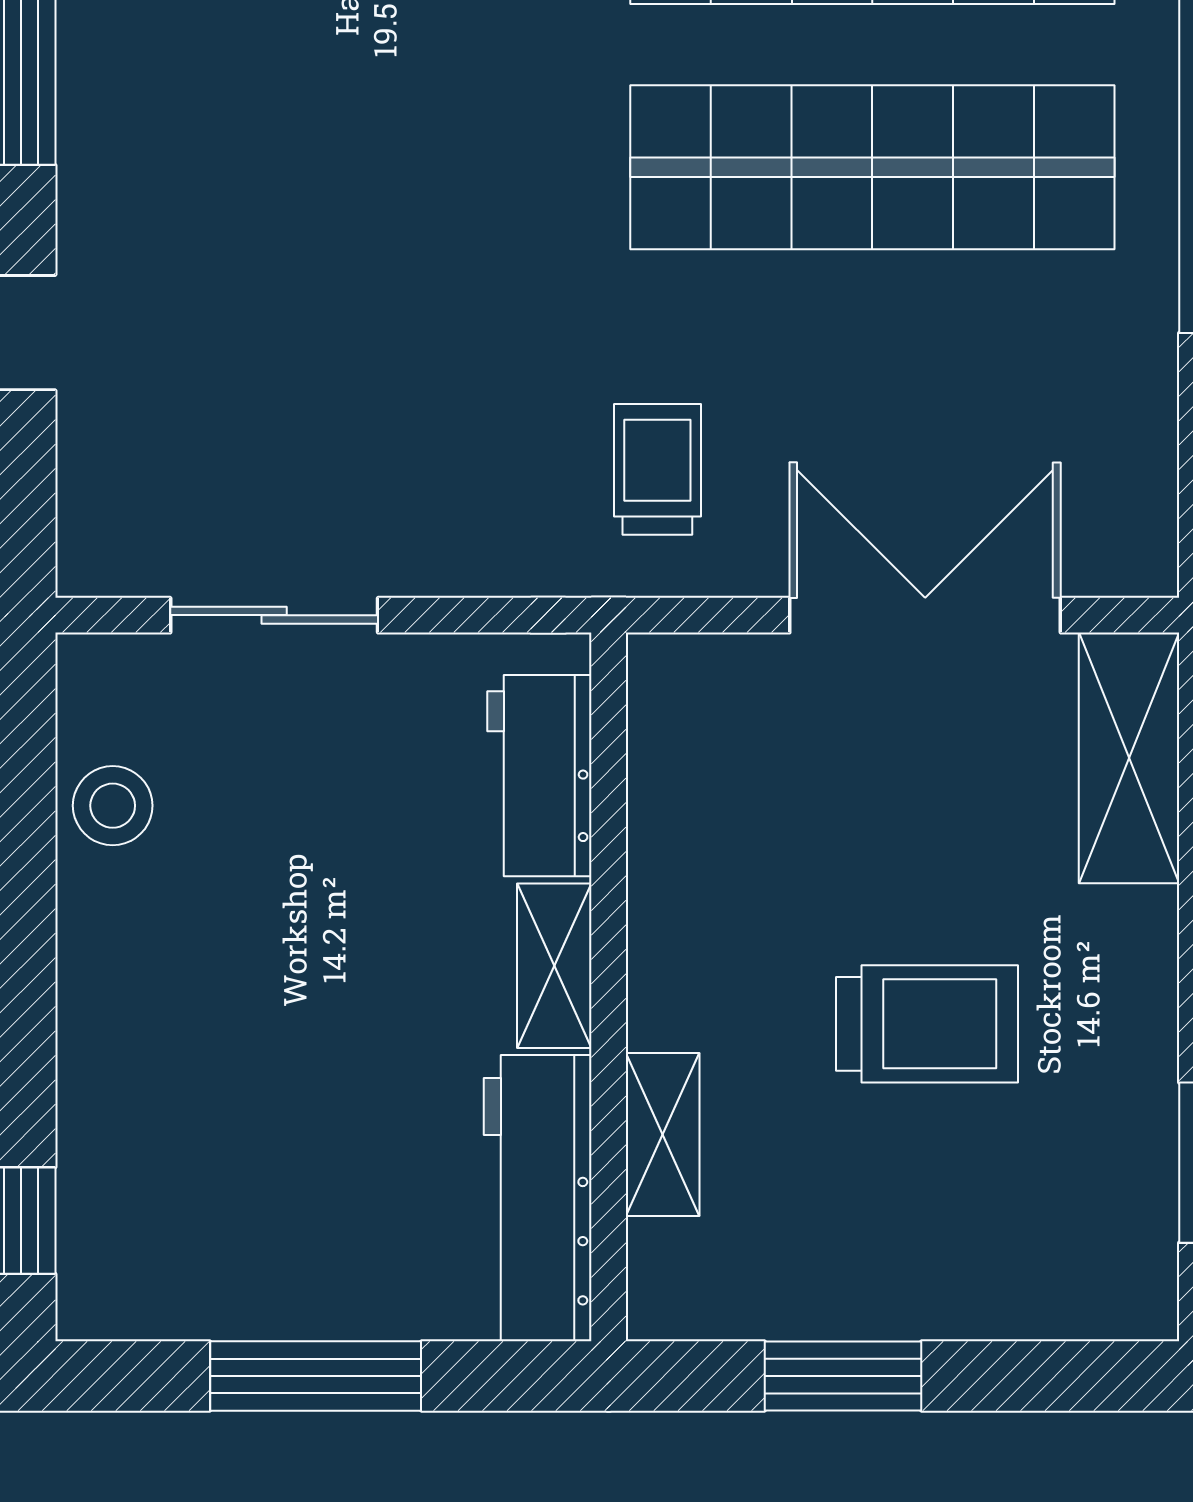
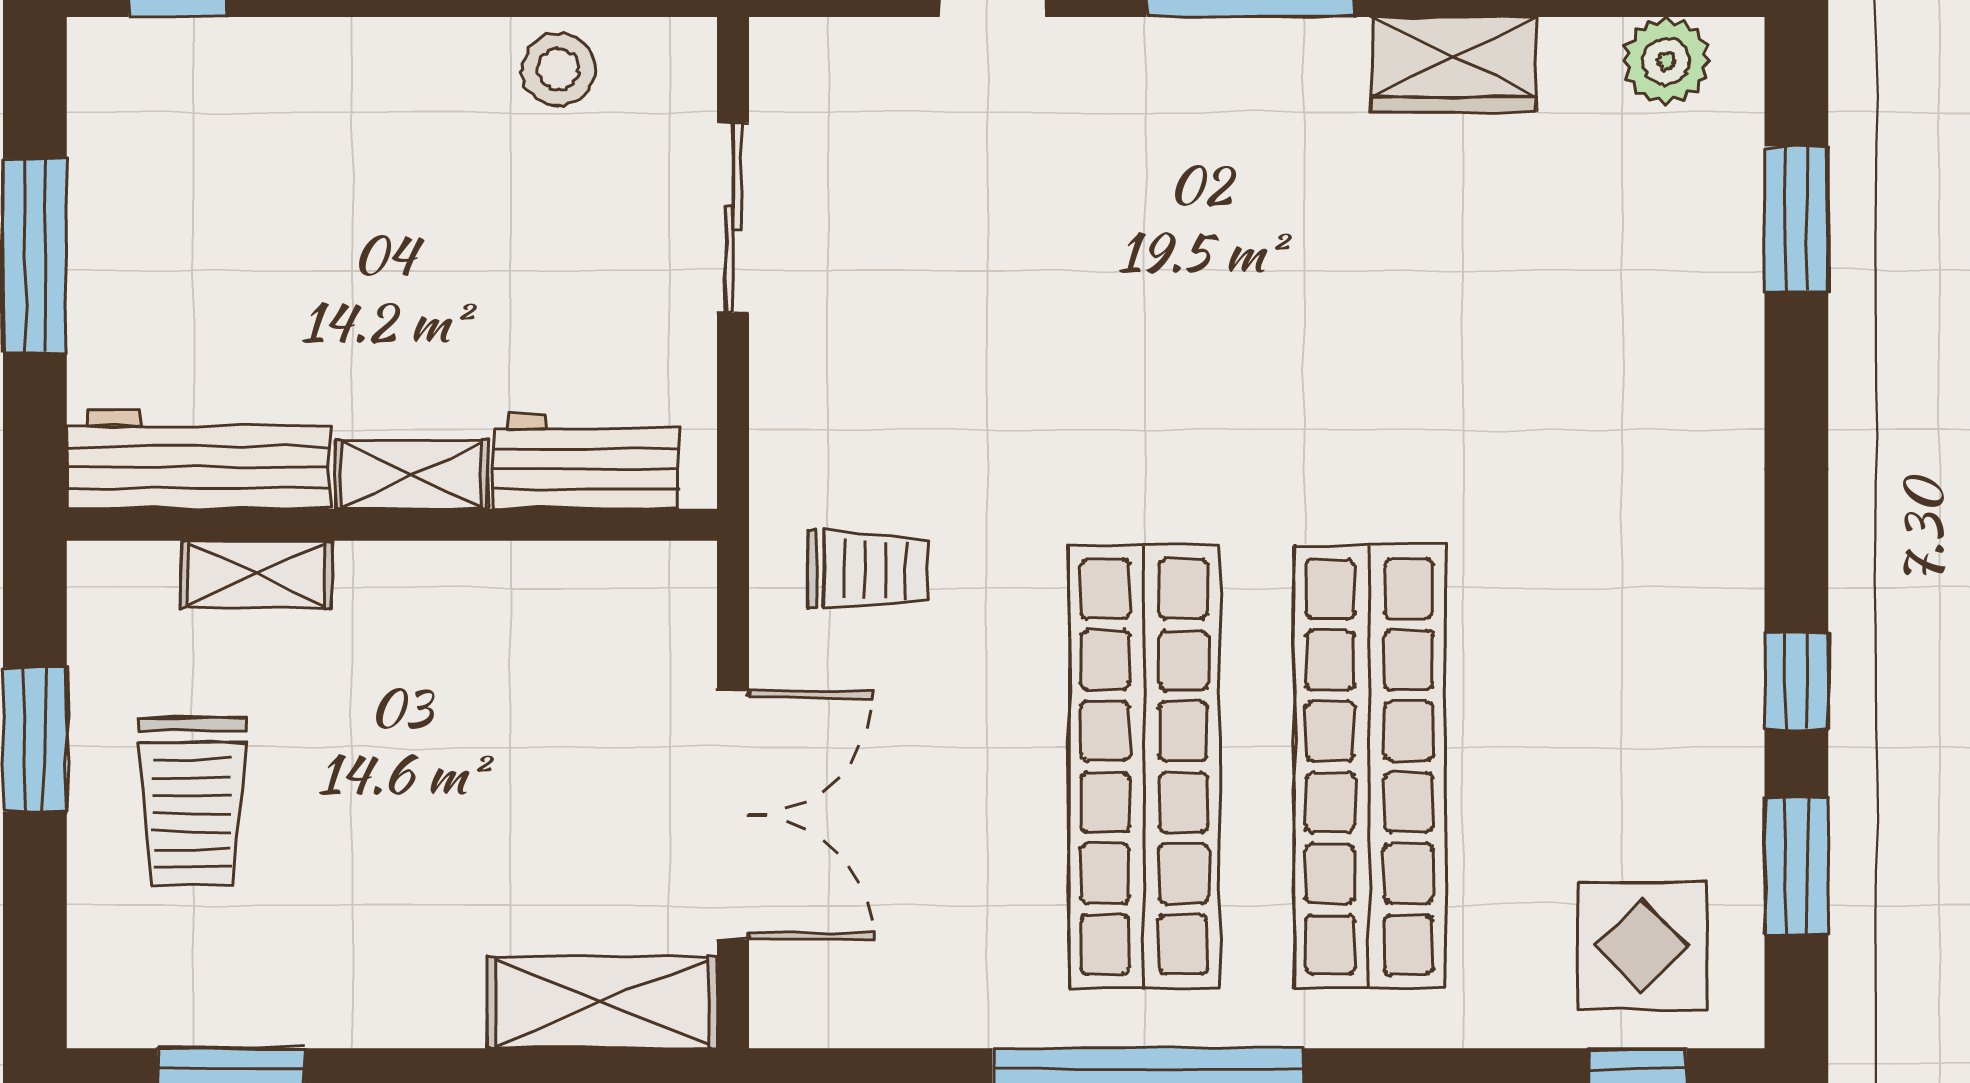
trolley: (927, 1024) -> (192, 801), moved

